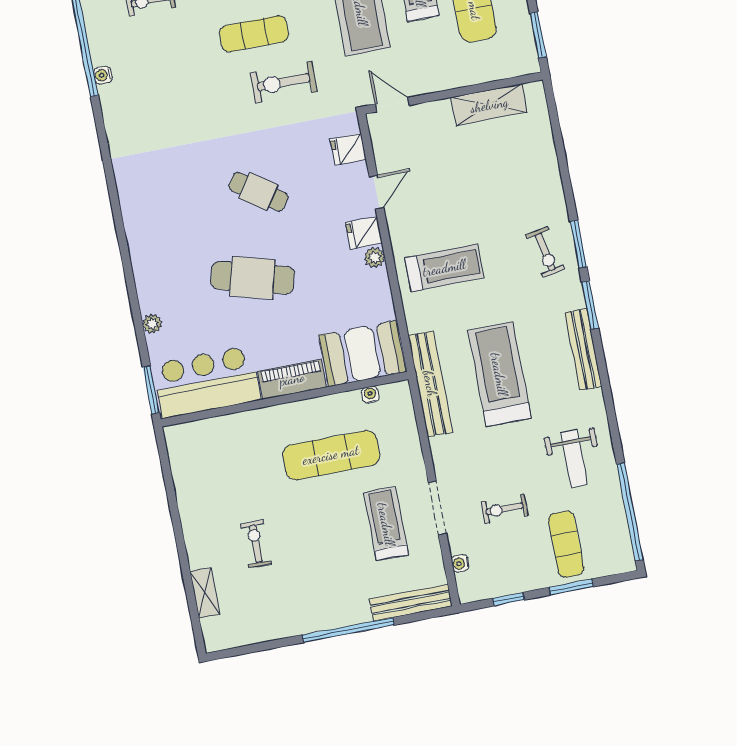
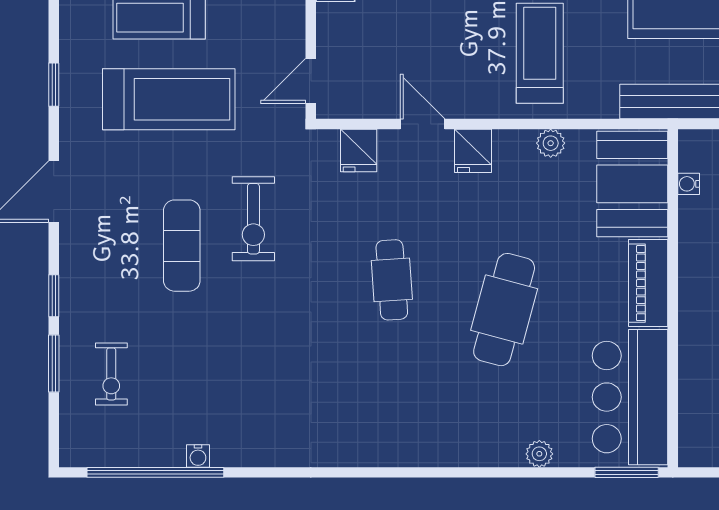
cafe table: (258, 192) -> (392, 280), turned -39
plant: (374, 257) -> (551, 143), moved

